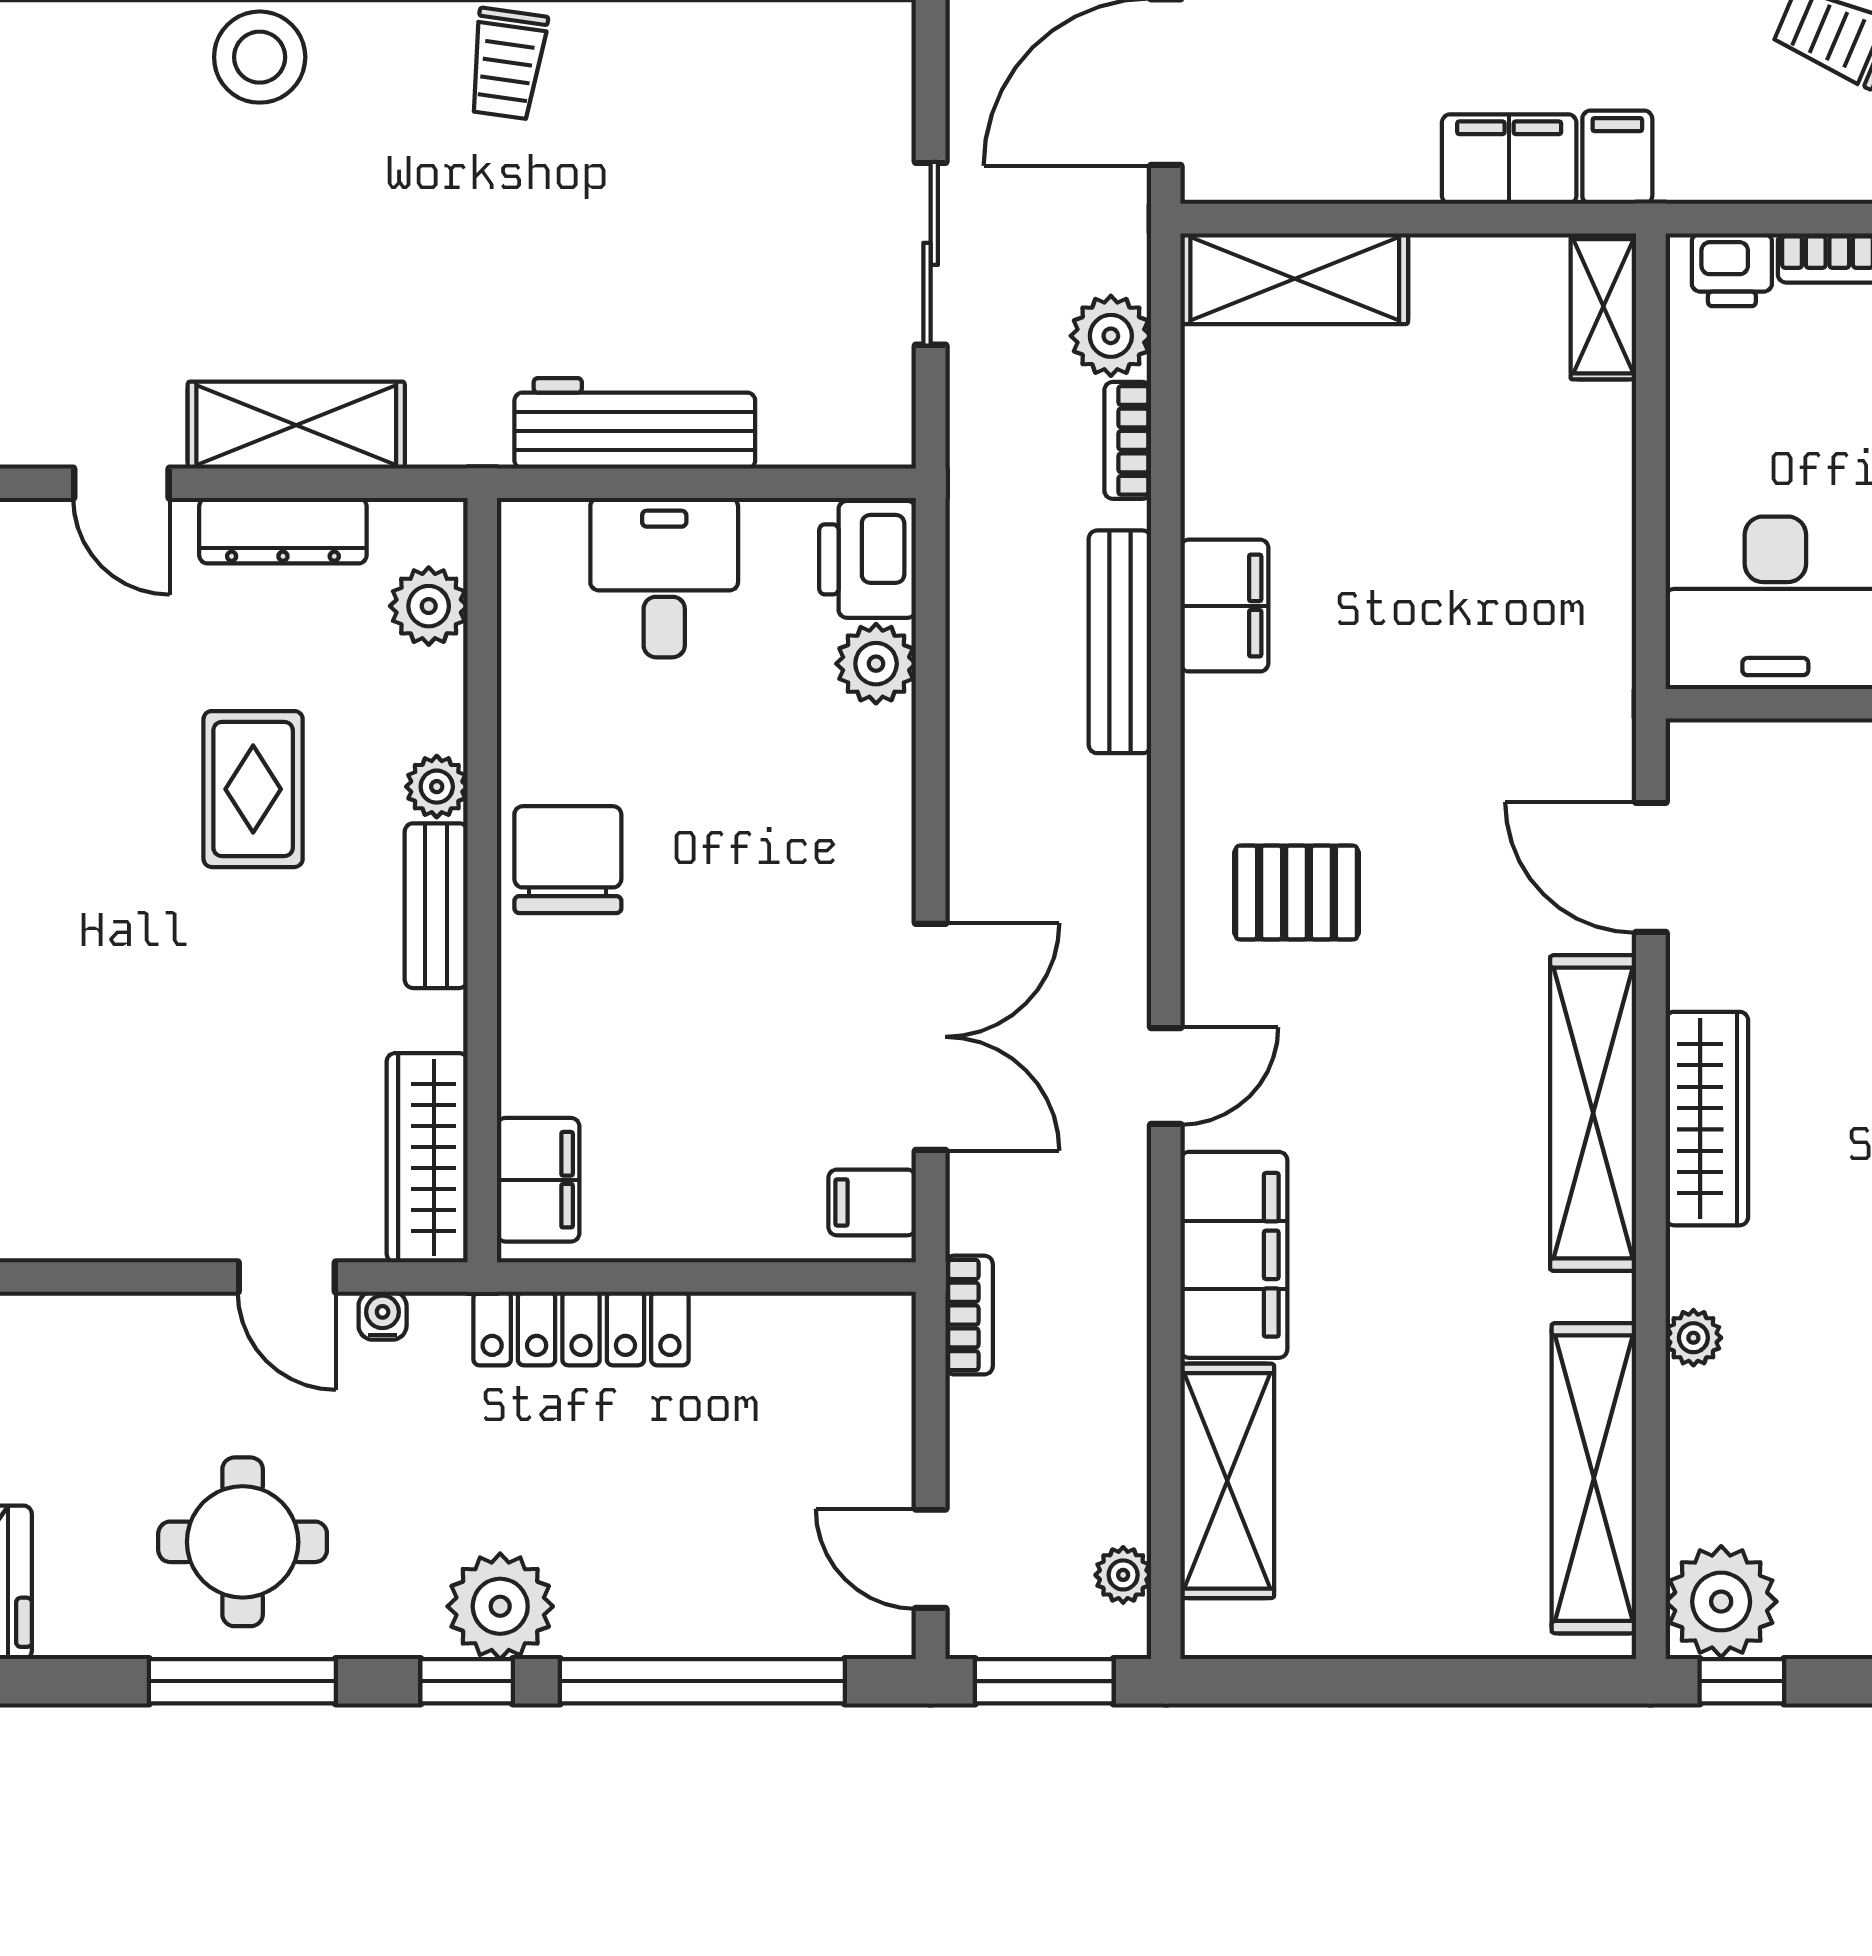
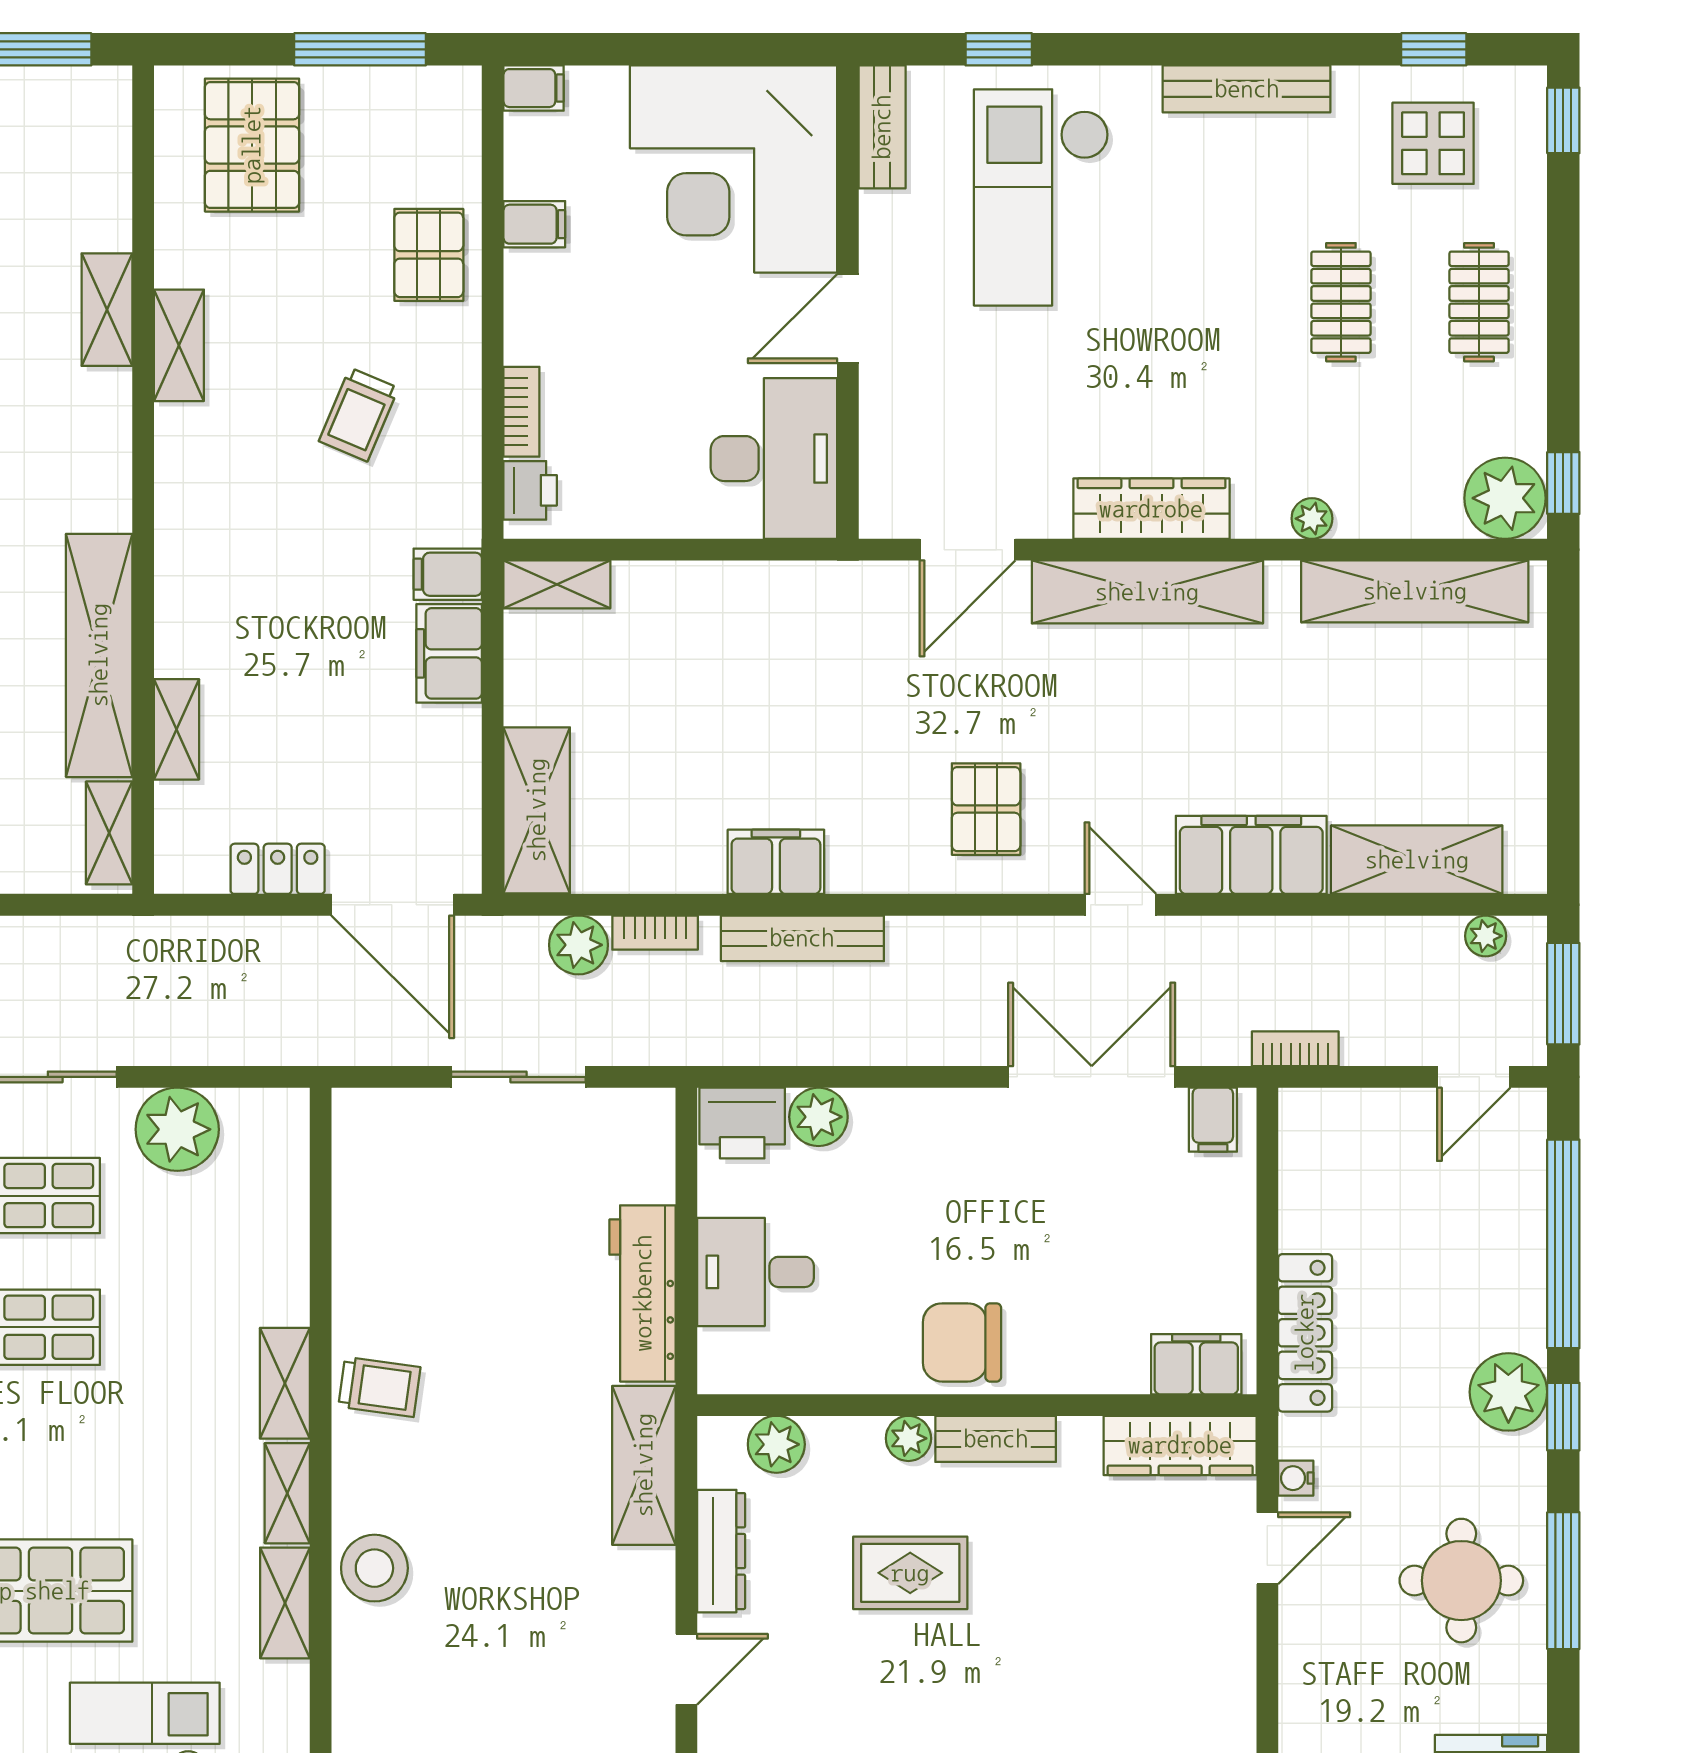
shelving: (296, 425) -> (644, 1465), moved

